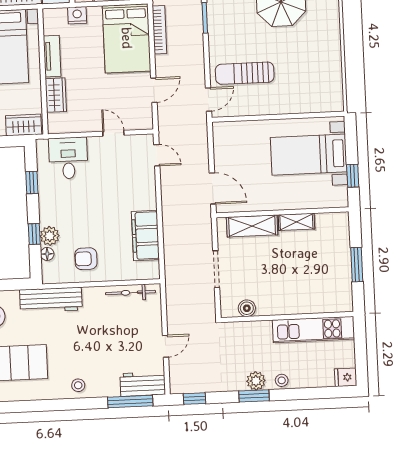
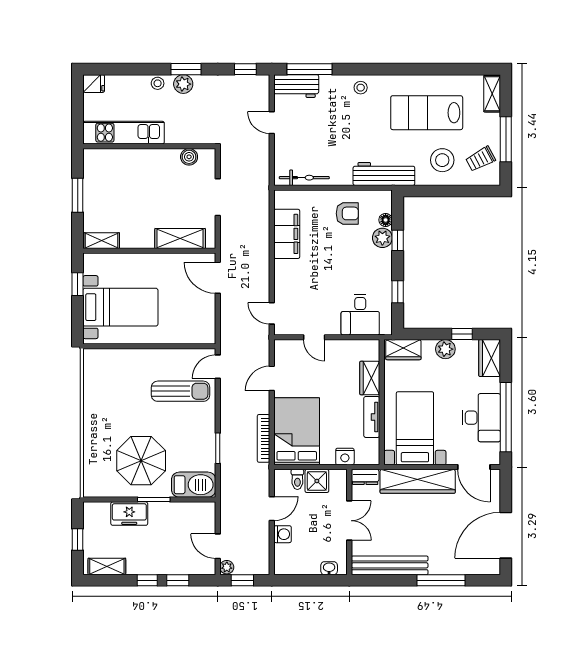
shelving: (296, 222) -> (102, 241), moved
door: (166, 346) -> (272, 123), hinge flipped

